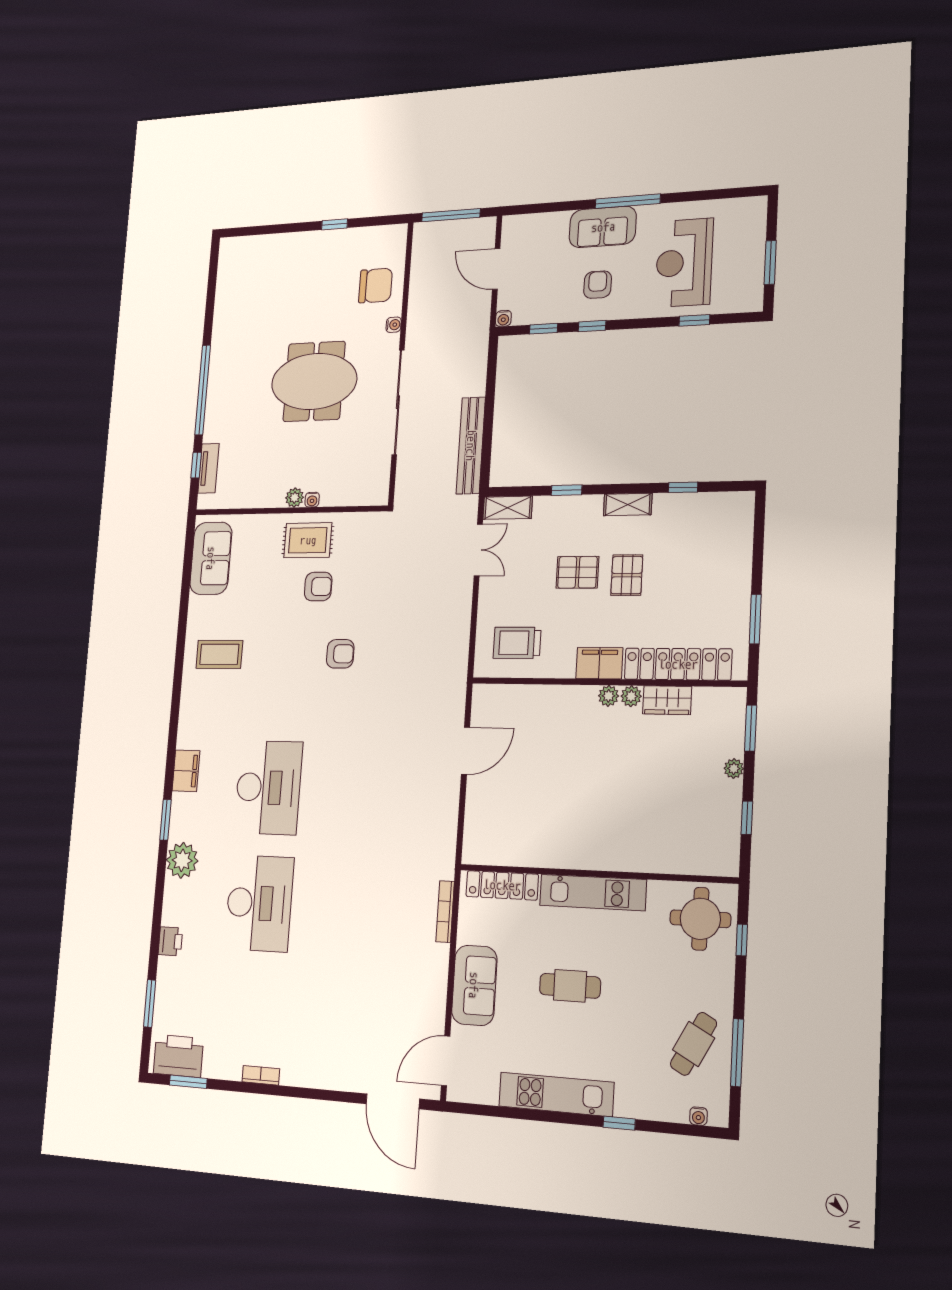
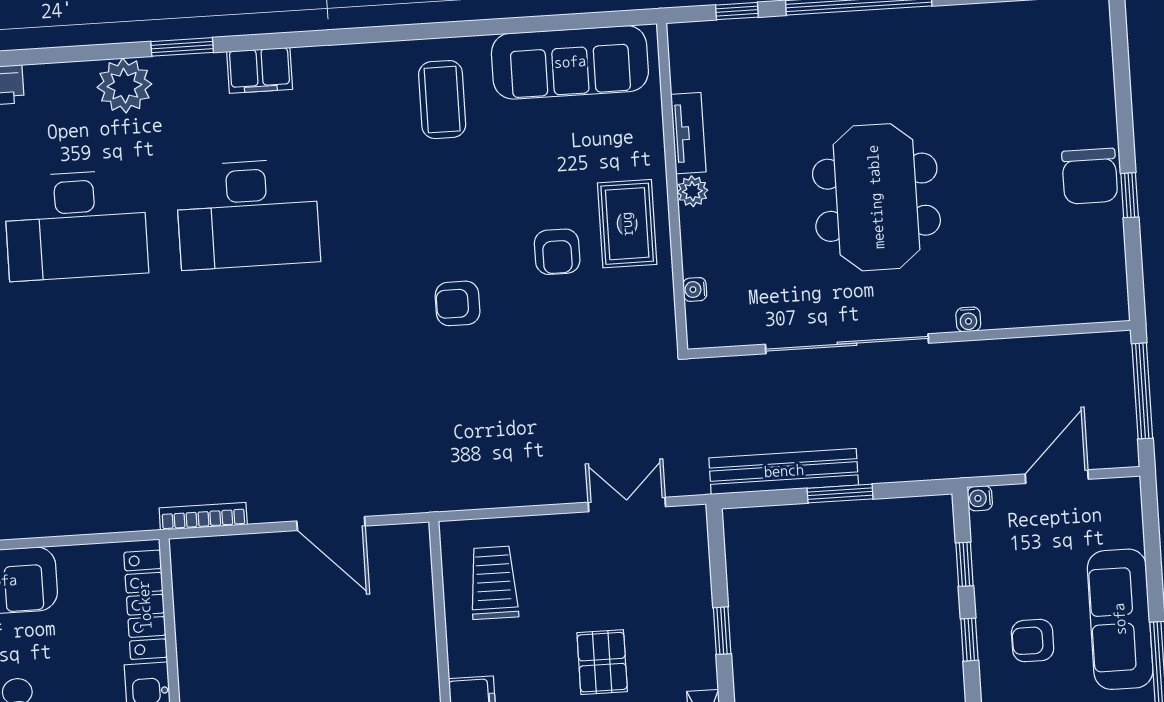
sofa: (603, 227) -> (1120, 619), width x1.36
armchair: (598, 285) -> (1033, 641), turned 180
chair: (376, 286) -> (1090, 176), moved
window: (489, 409) -> (840, 494), added
tv unit: (208, 468) -> (688, 133), moved, turned -90
water cooler: (312, 500) -> (695, 289), moved
shelving: (508, 508) -> (692, 542), removed
double door: (478, 550) -> (627, 504), swing flipped
sofa: (211, 558) -> (570, 62), width x1.36
armchair: (340, 654) -> (458, 303), turned 90
bookcase: (445, 912) -> (203, 516), moved

